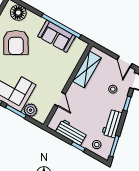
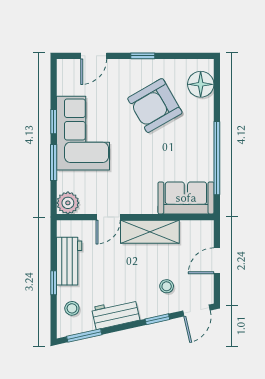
sofa: (57, 36) -> (186, 198), moved, turned 90
door: (125, 62) -> (217, 261), moved
shelving: (87, 69) -> (150, 232), moved
plant: (31, 110) -> (68, 203), moved

